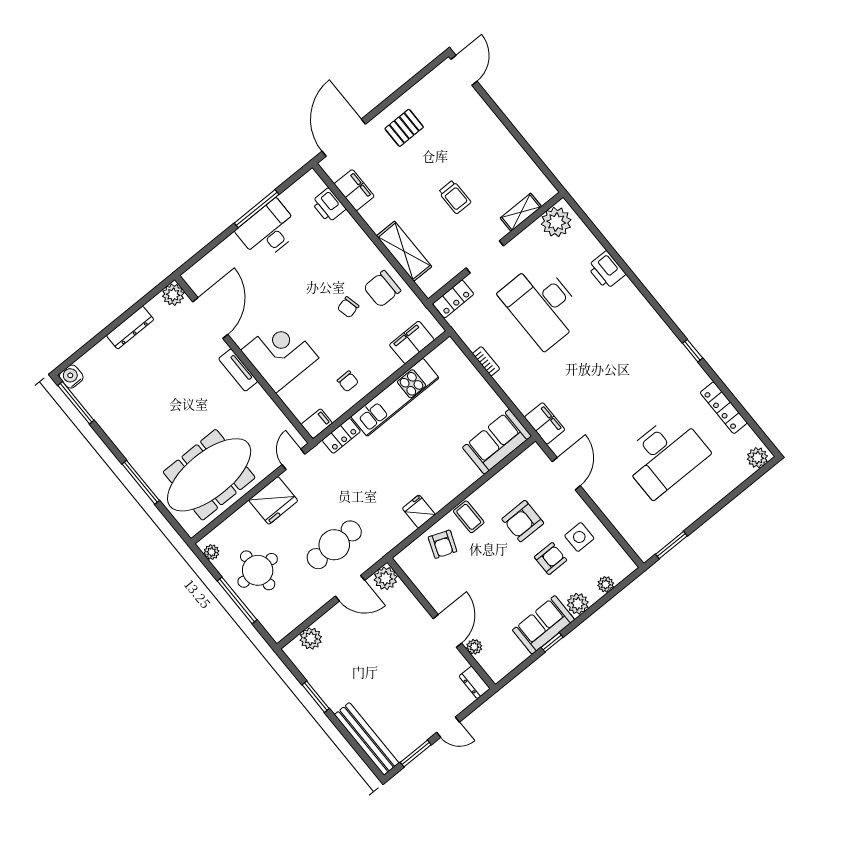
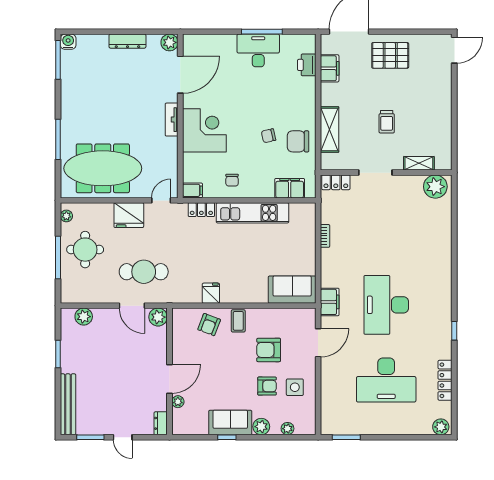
pallet: (404, 128) -> (390, 55), width x1.50, depth x1.42
printer: (606, 270) -> (442, 240), removed
desk: (542, 305) -> (386, 305), moved

